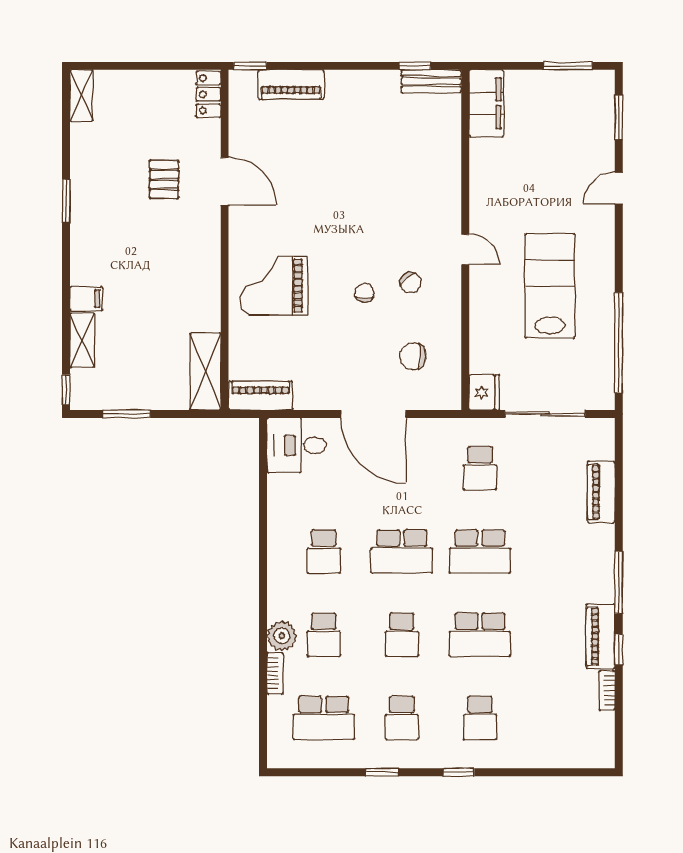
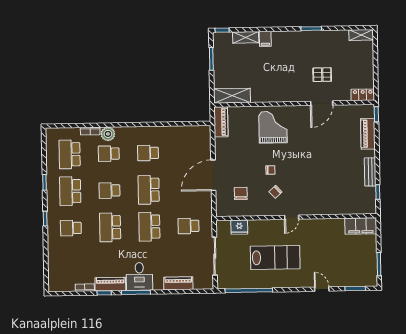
bench: (431, 81) -> (370, 172), moved
fridge: (484, 392) -> (239, 227), moved
desk: (297, 445) -> (139, 276), moved, turned 180
school desk: (402, 718) -> (70, 191), width x1.85

